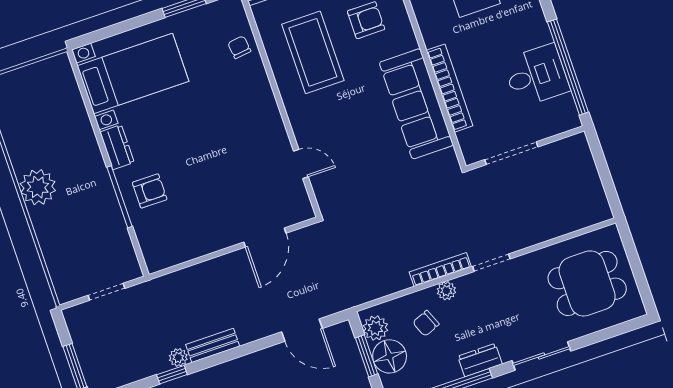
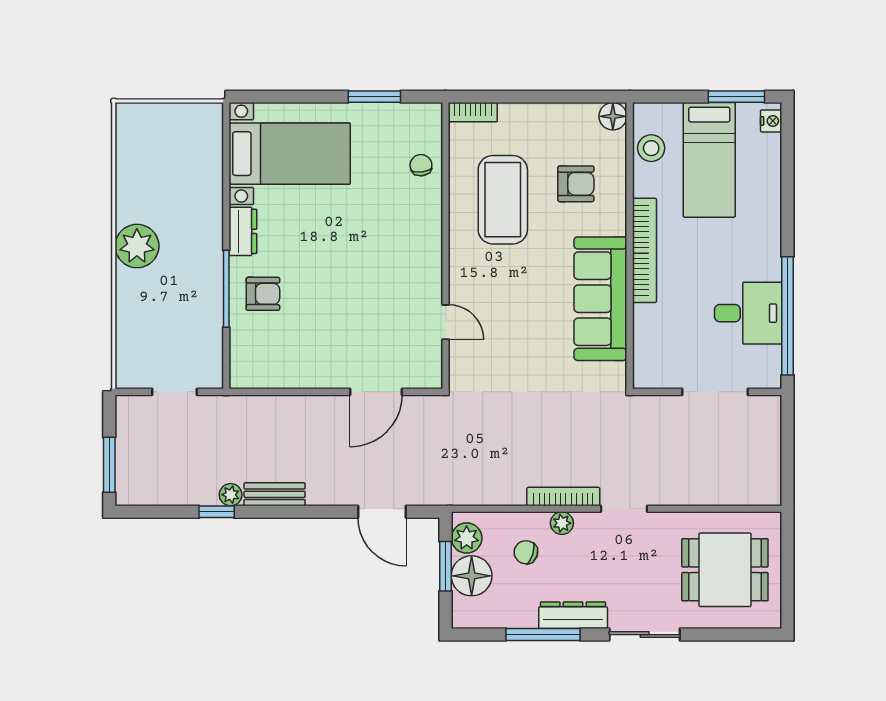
bookcase: (450, 88) -> (644, 250), moved
doorway: (511, 153) -> (715, 392), moved
chair: (426, 323) -> (526, 552), turned 40
dresser: (480, 360) -> (573, 615), width x1.44

